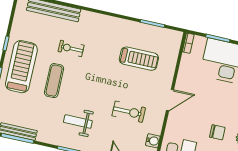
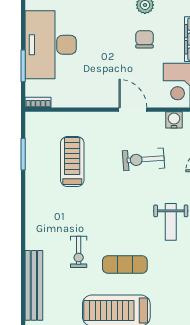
door: (170, 100) -> (133, 110), moved
exercise bike: (129, 112) -> (144, 159), turned -94

